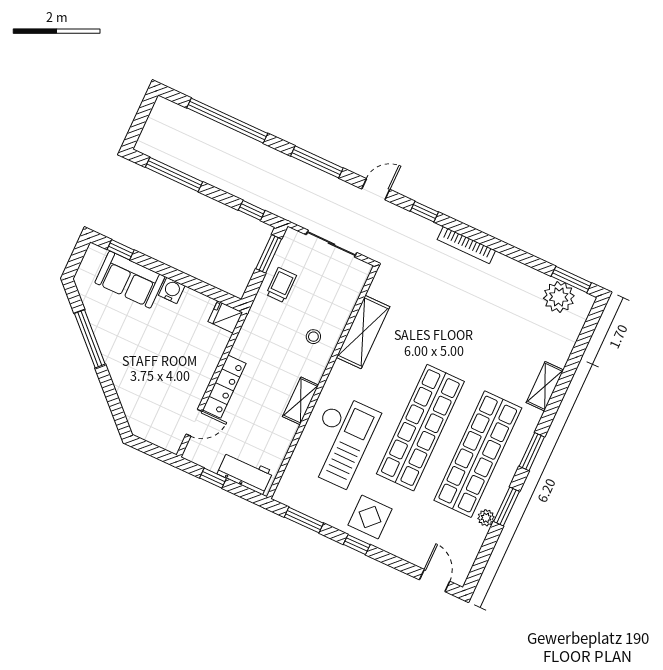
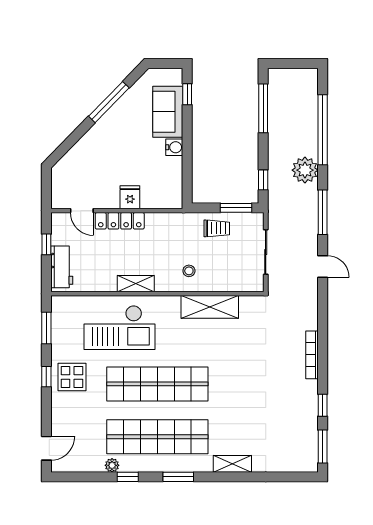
window: (424, 212) -> (323, 405), moved
plant: (559, 297) -> (305, 170), moved
fridge: (225, 317) -> (130, 197), moved
window: (506, 506) -> (128, 477), width x0.67

